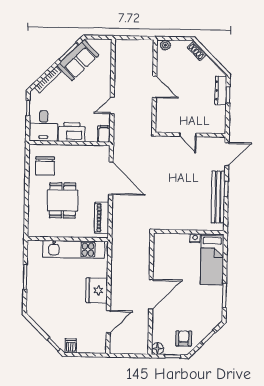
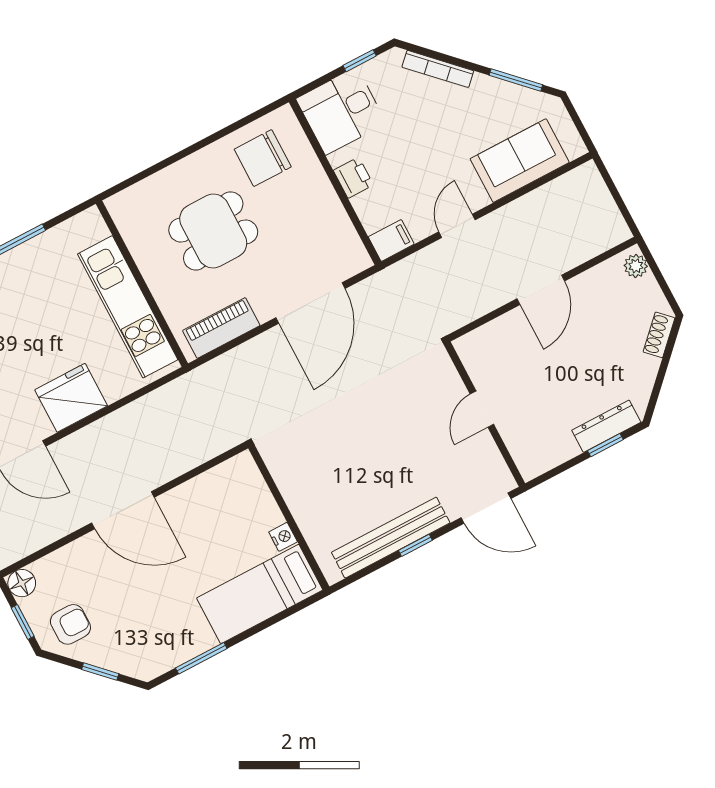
sofa: (78, 60) -> (520, 161), moved, turned 135
door: (112, 106) -> (457, 226), hinge flipped
printer: (72, 132) -> (353, 178), width x0.53, depth x0.68

